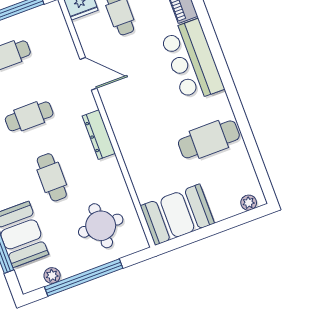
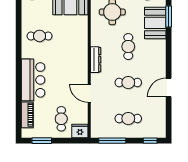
cafe table: (209, 139) -> (40, 36), width x0.73, depth x0.74

